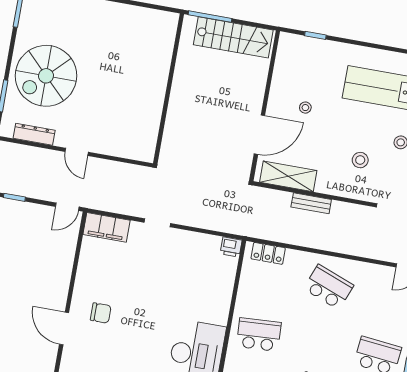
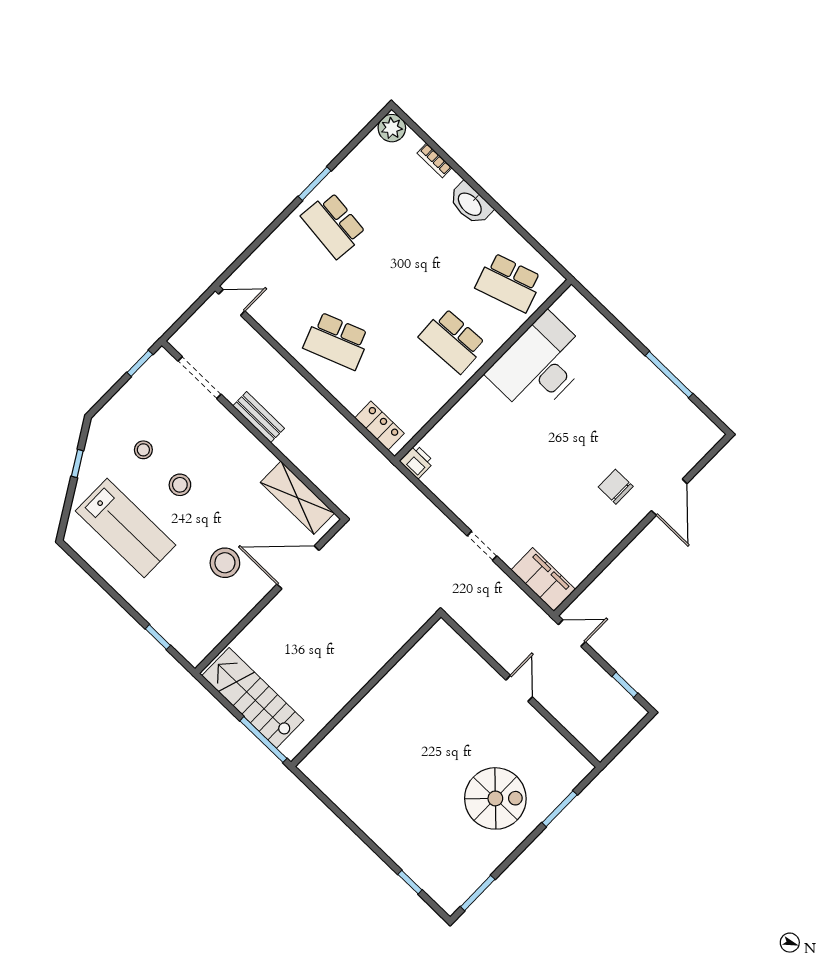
spiral stairs: (46, 76) -> (495, 798), width x0.73, depth x0.73
stool: (305, 108) -> (225, 563), width x1.89, depth x1.89
dresser: (34, 134) -> (554, 741), removed
stool: (360, 160) -> (180, 485), moved
bench: (311, 203) -> (259, 417), moved
school desk: (329, 287) -> (337, 341), turned -42

